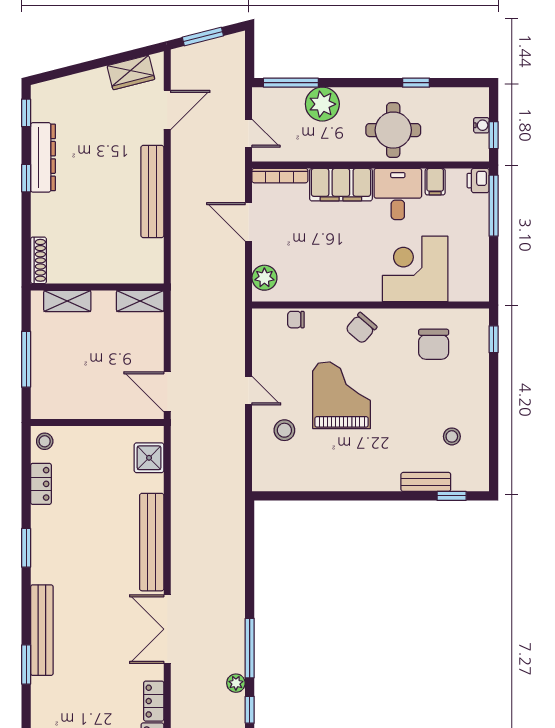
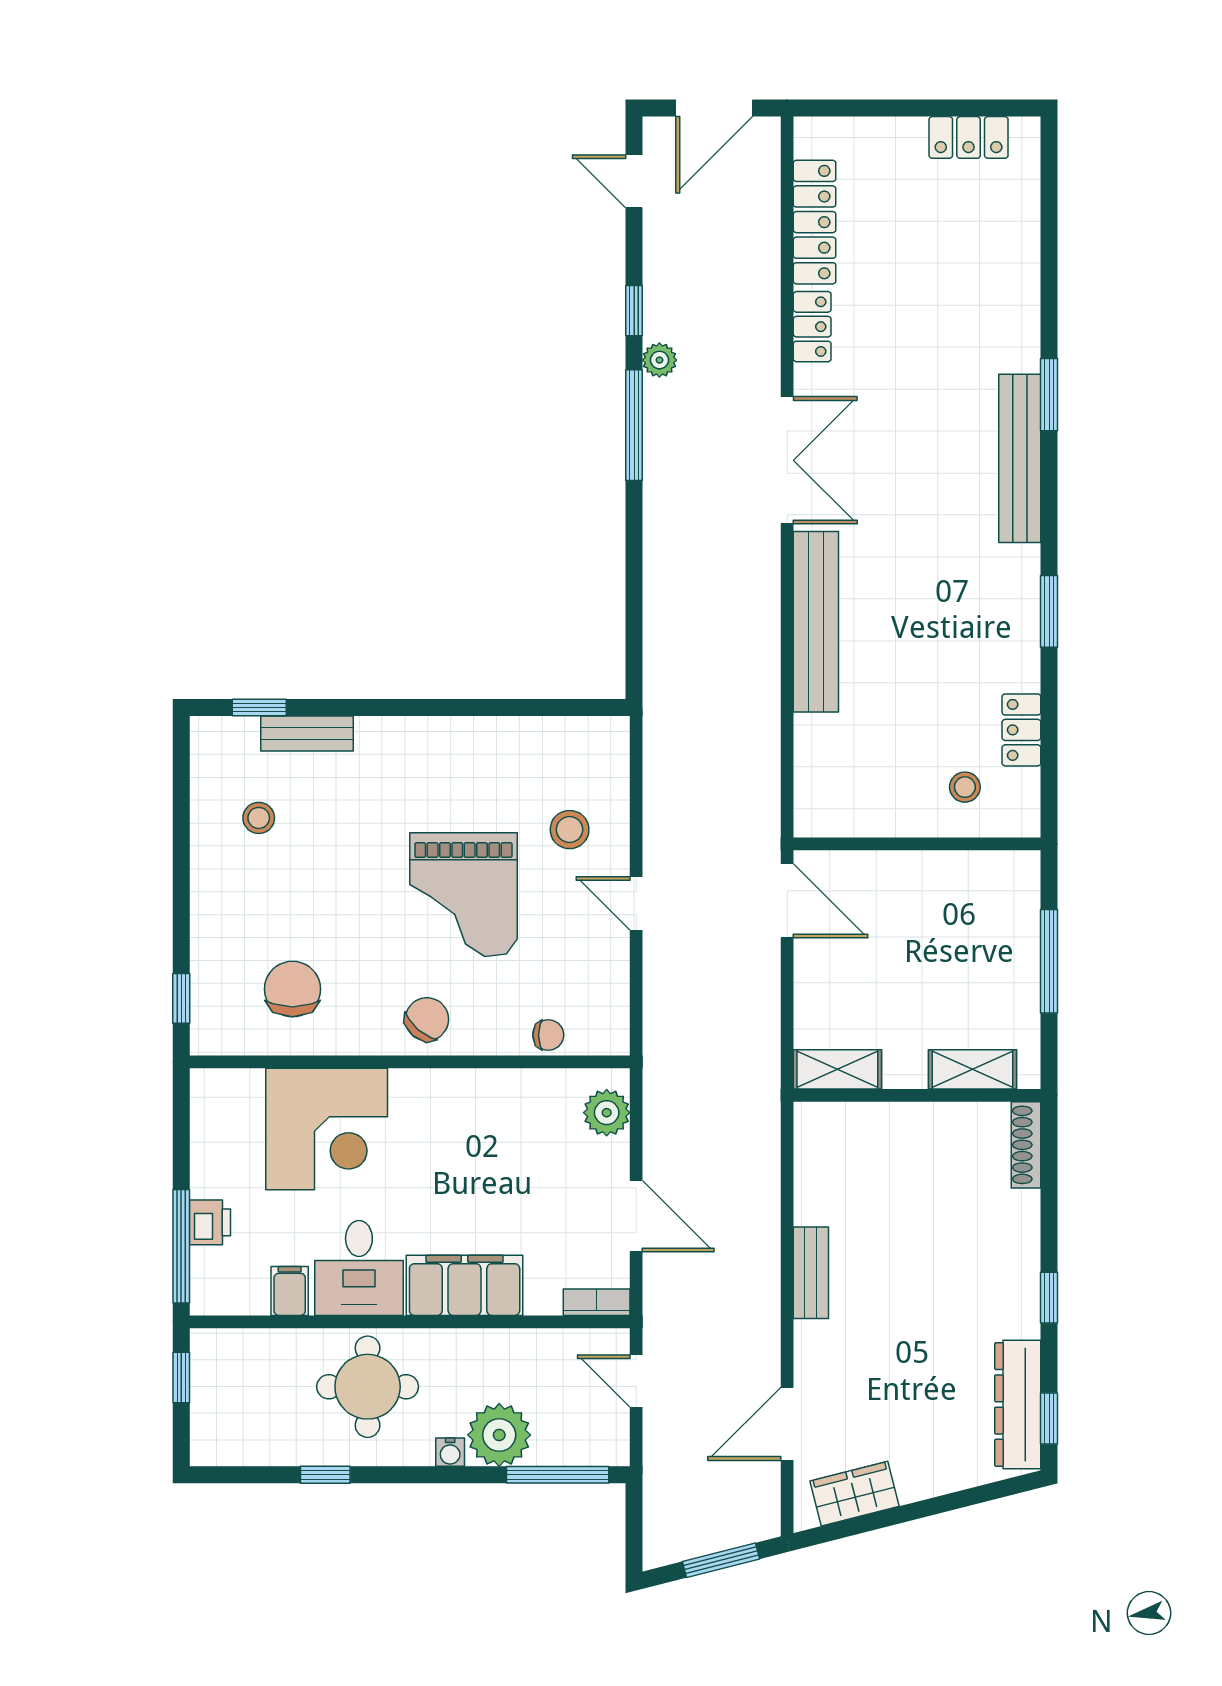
water cooler: (481, 125) -> (450, 1452), moved, turned -90
dresser: (43, 157) -> (1018, 1404), moved
bookcase: (280, 176) -> (597, 1302), width x0.64
printer: (478, 181) -> (210, 1222), moved
bench: (152, 191) -> (811, 1273), width x0.54, depth x0.82
stool: (45, 441) -> (965, 787), moved
shower: (149, 458) -> (821, 778), removed

